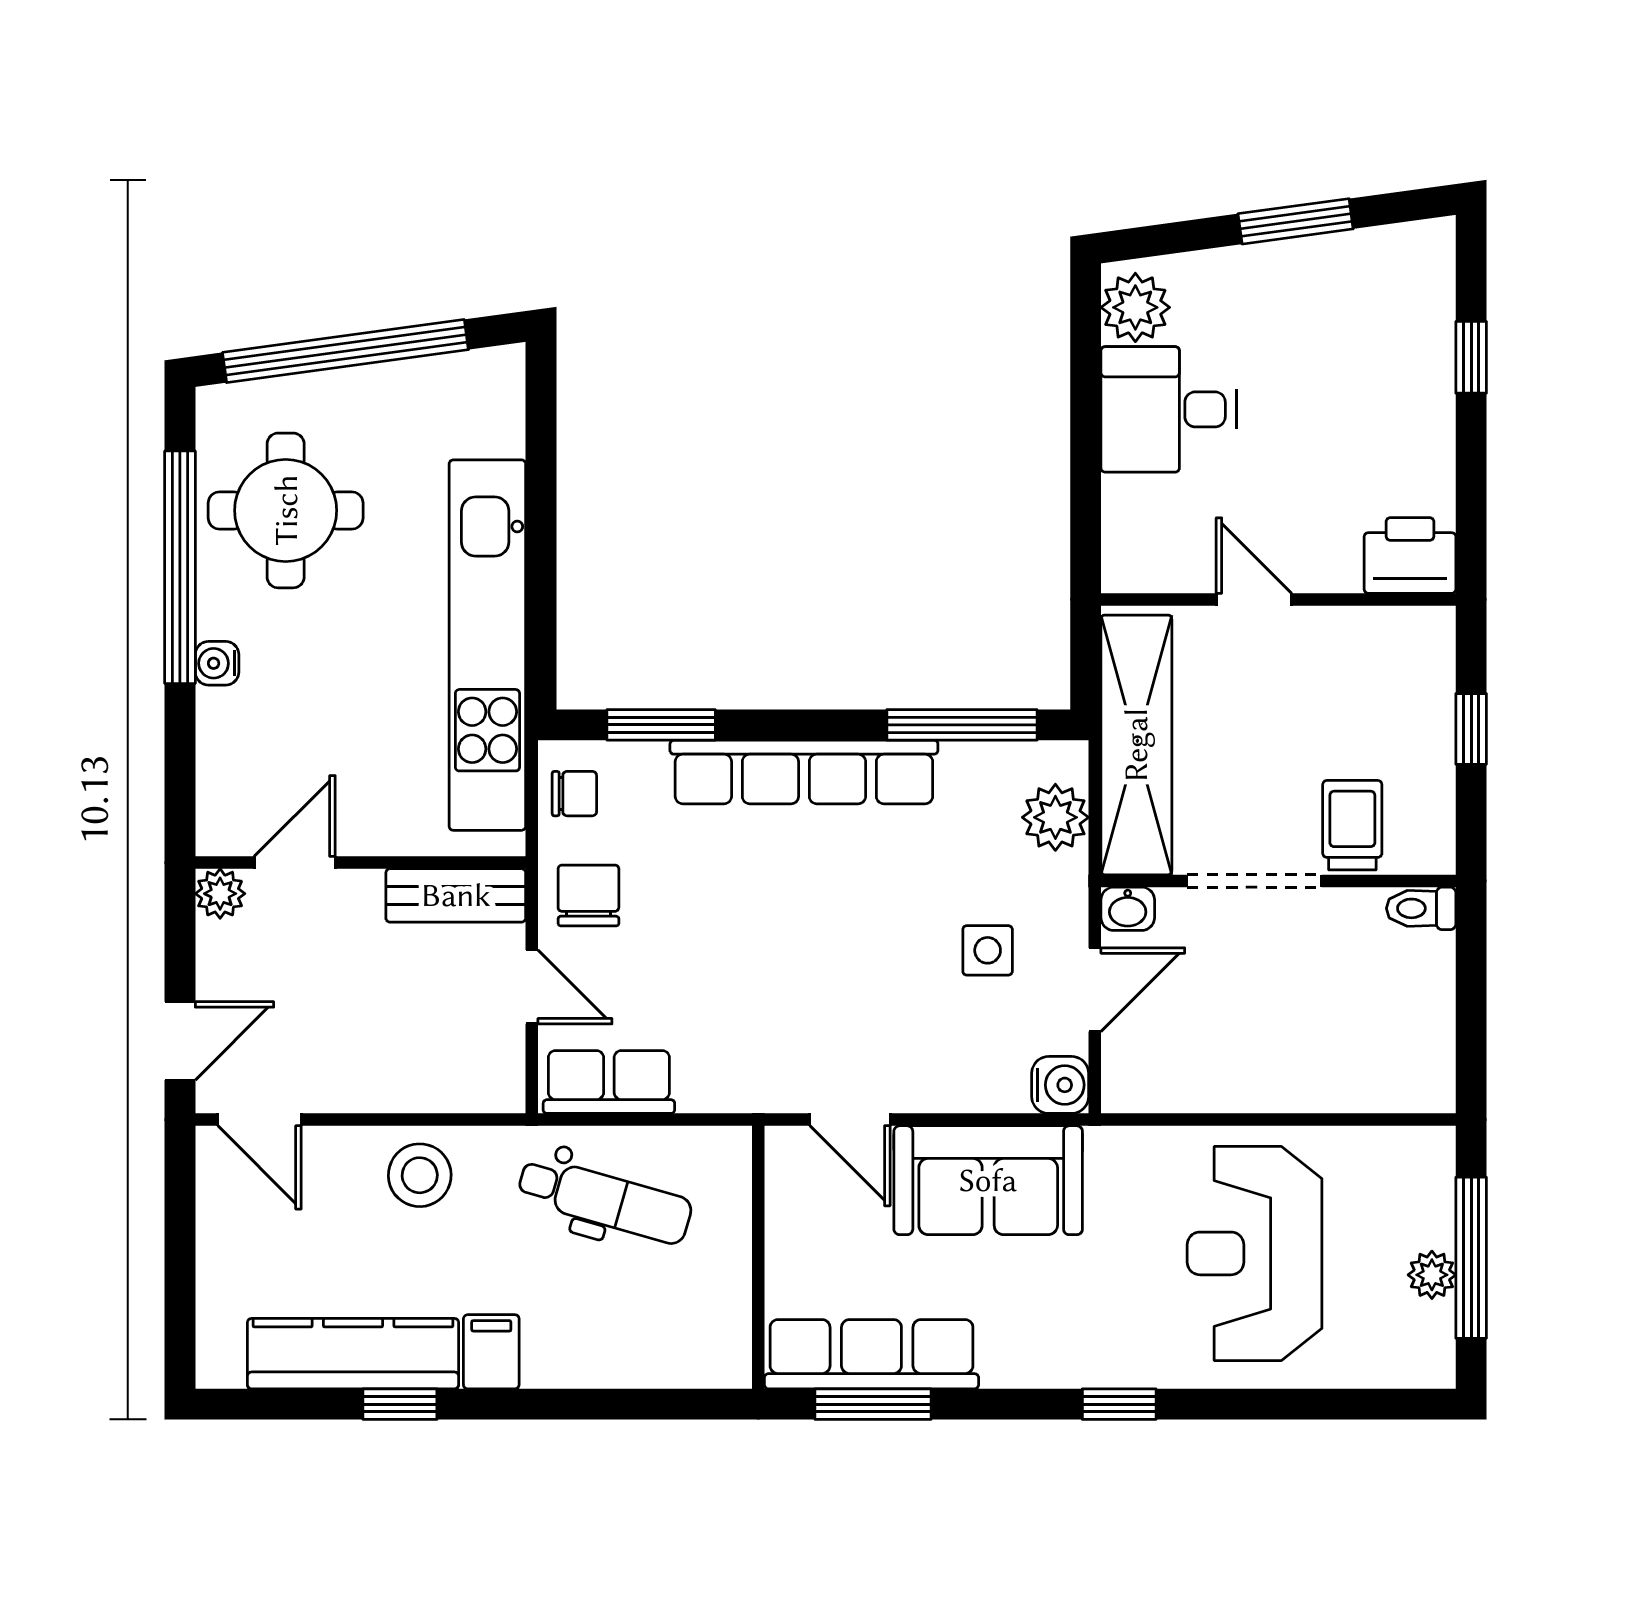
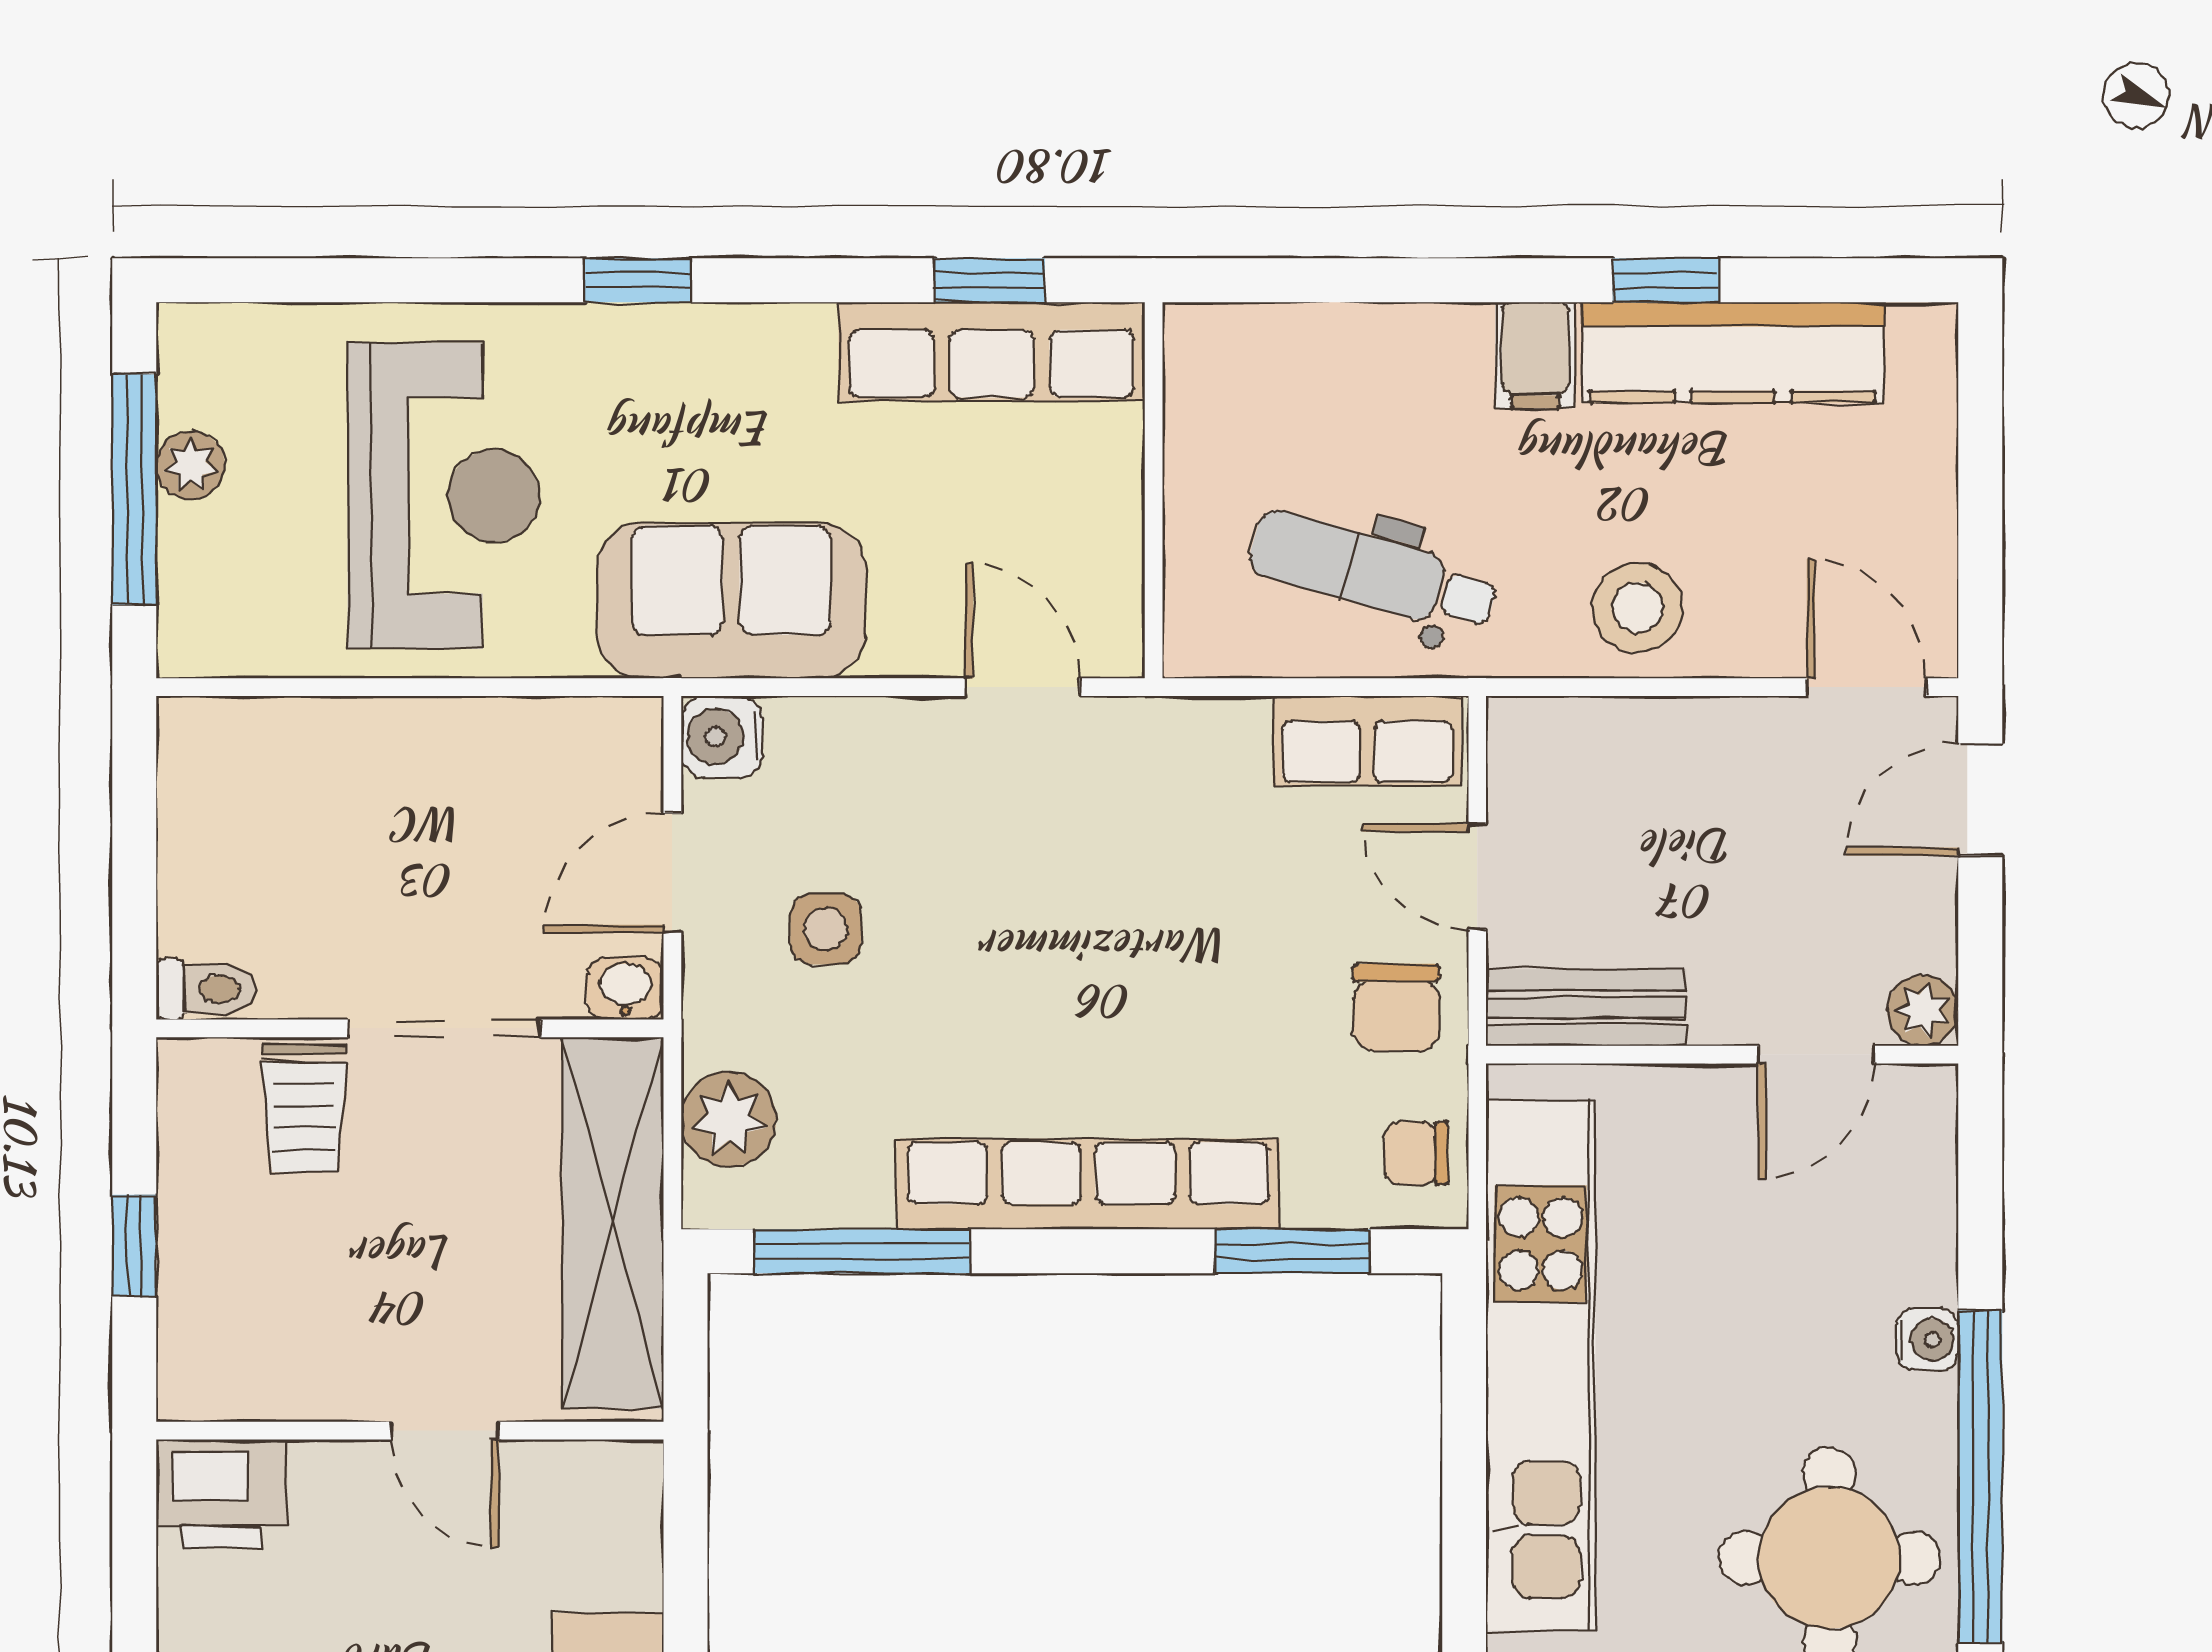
sofa: (988, 1180) -> (731, 600), moved
window: (873, 1404) -> (990, 280), width x0.67

